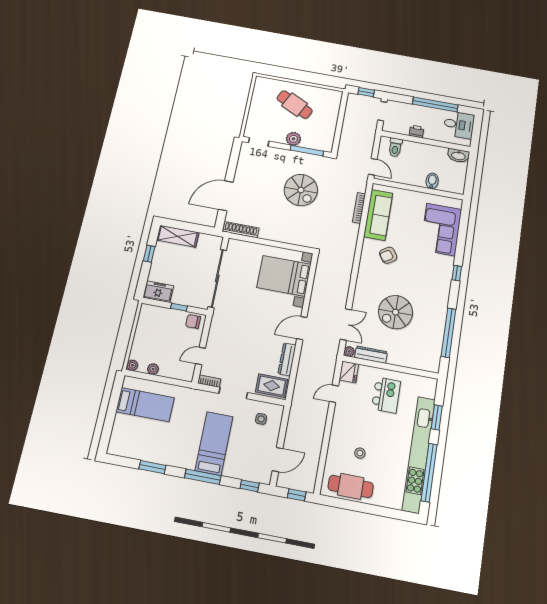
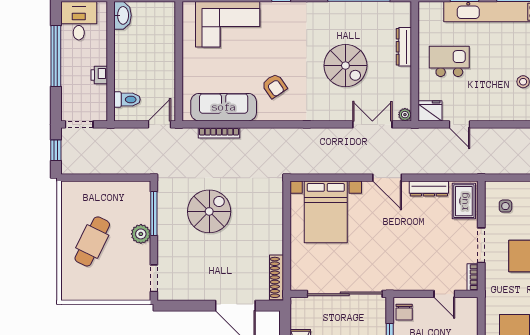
bidet: (432, 181) -> (164, 45), removed
dresser: (371, 355) -> (404, 47), moved

